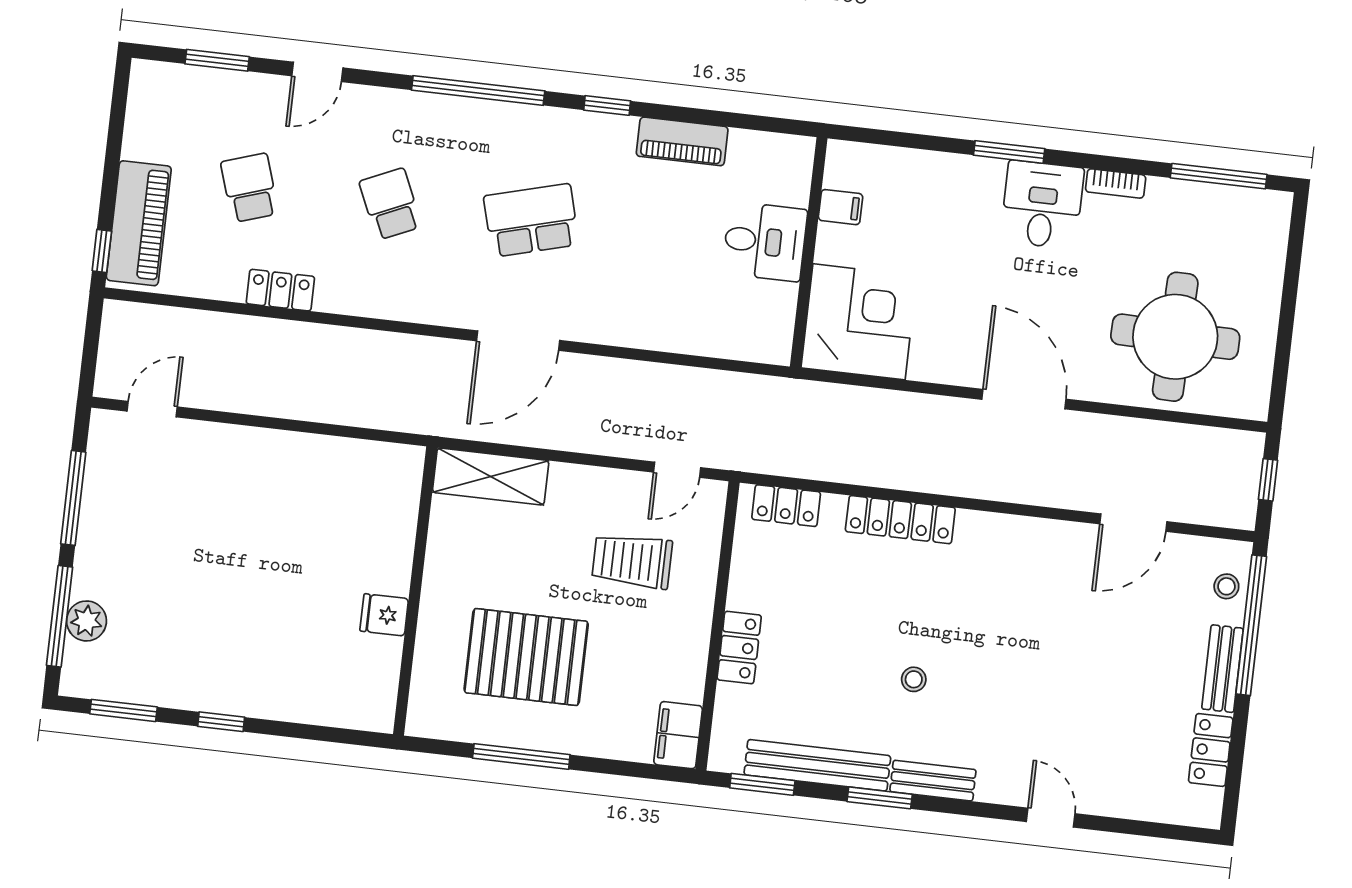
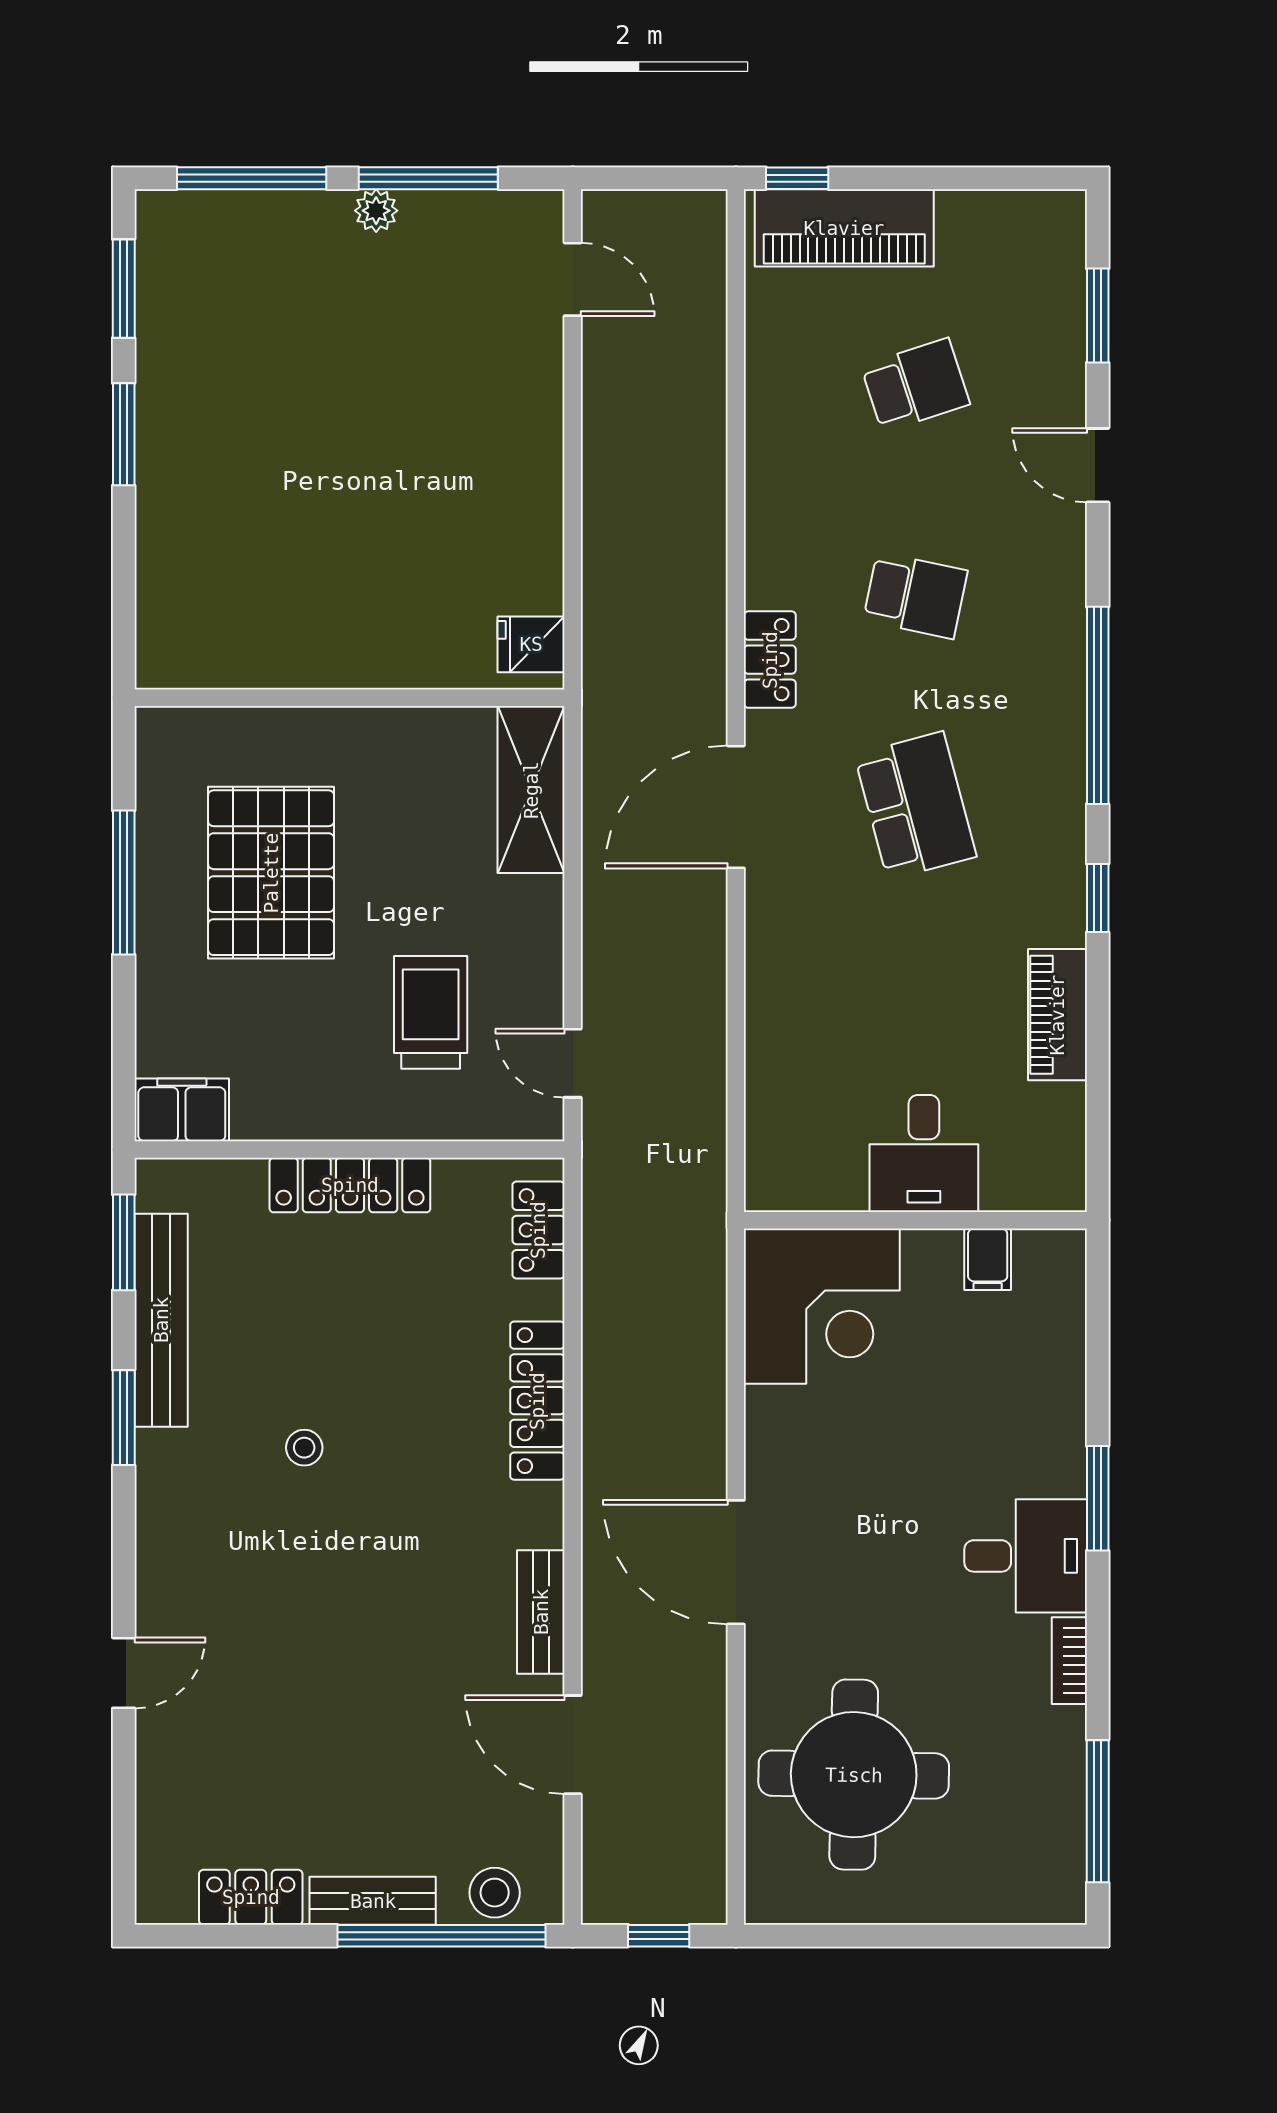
school desk: (390, 204) -> (915, 595), turned 36
locker: (280, 290) -> (770, 660), moved
door: (518, 341) -> (736, 807), hinge flipped
door: (1024, 399) -> (736, 1562), swing flipped
stool: (1226, 586) -> (495, 1893), width x1.37, depth x1.37
fridge: (384, 615) -> (531, 644), moved, turned -90
plant: (86, 621) -> (376, 211), moved, width x0.73, depth x0.73
locker: (739, 648) -> (350, 1185), width x1.53
window: (221, 722) -> (124, 434), width x1.50
bench: (933, 781) -> (541, 1612), moved

